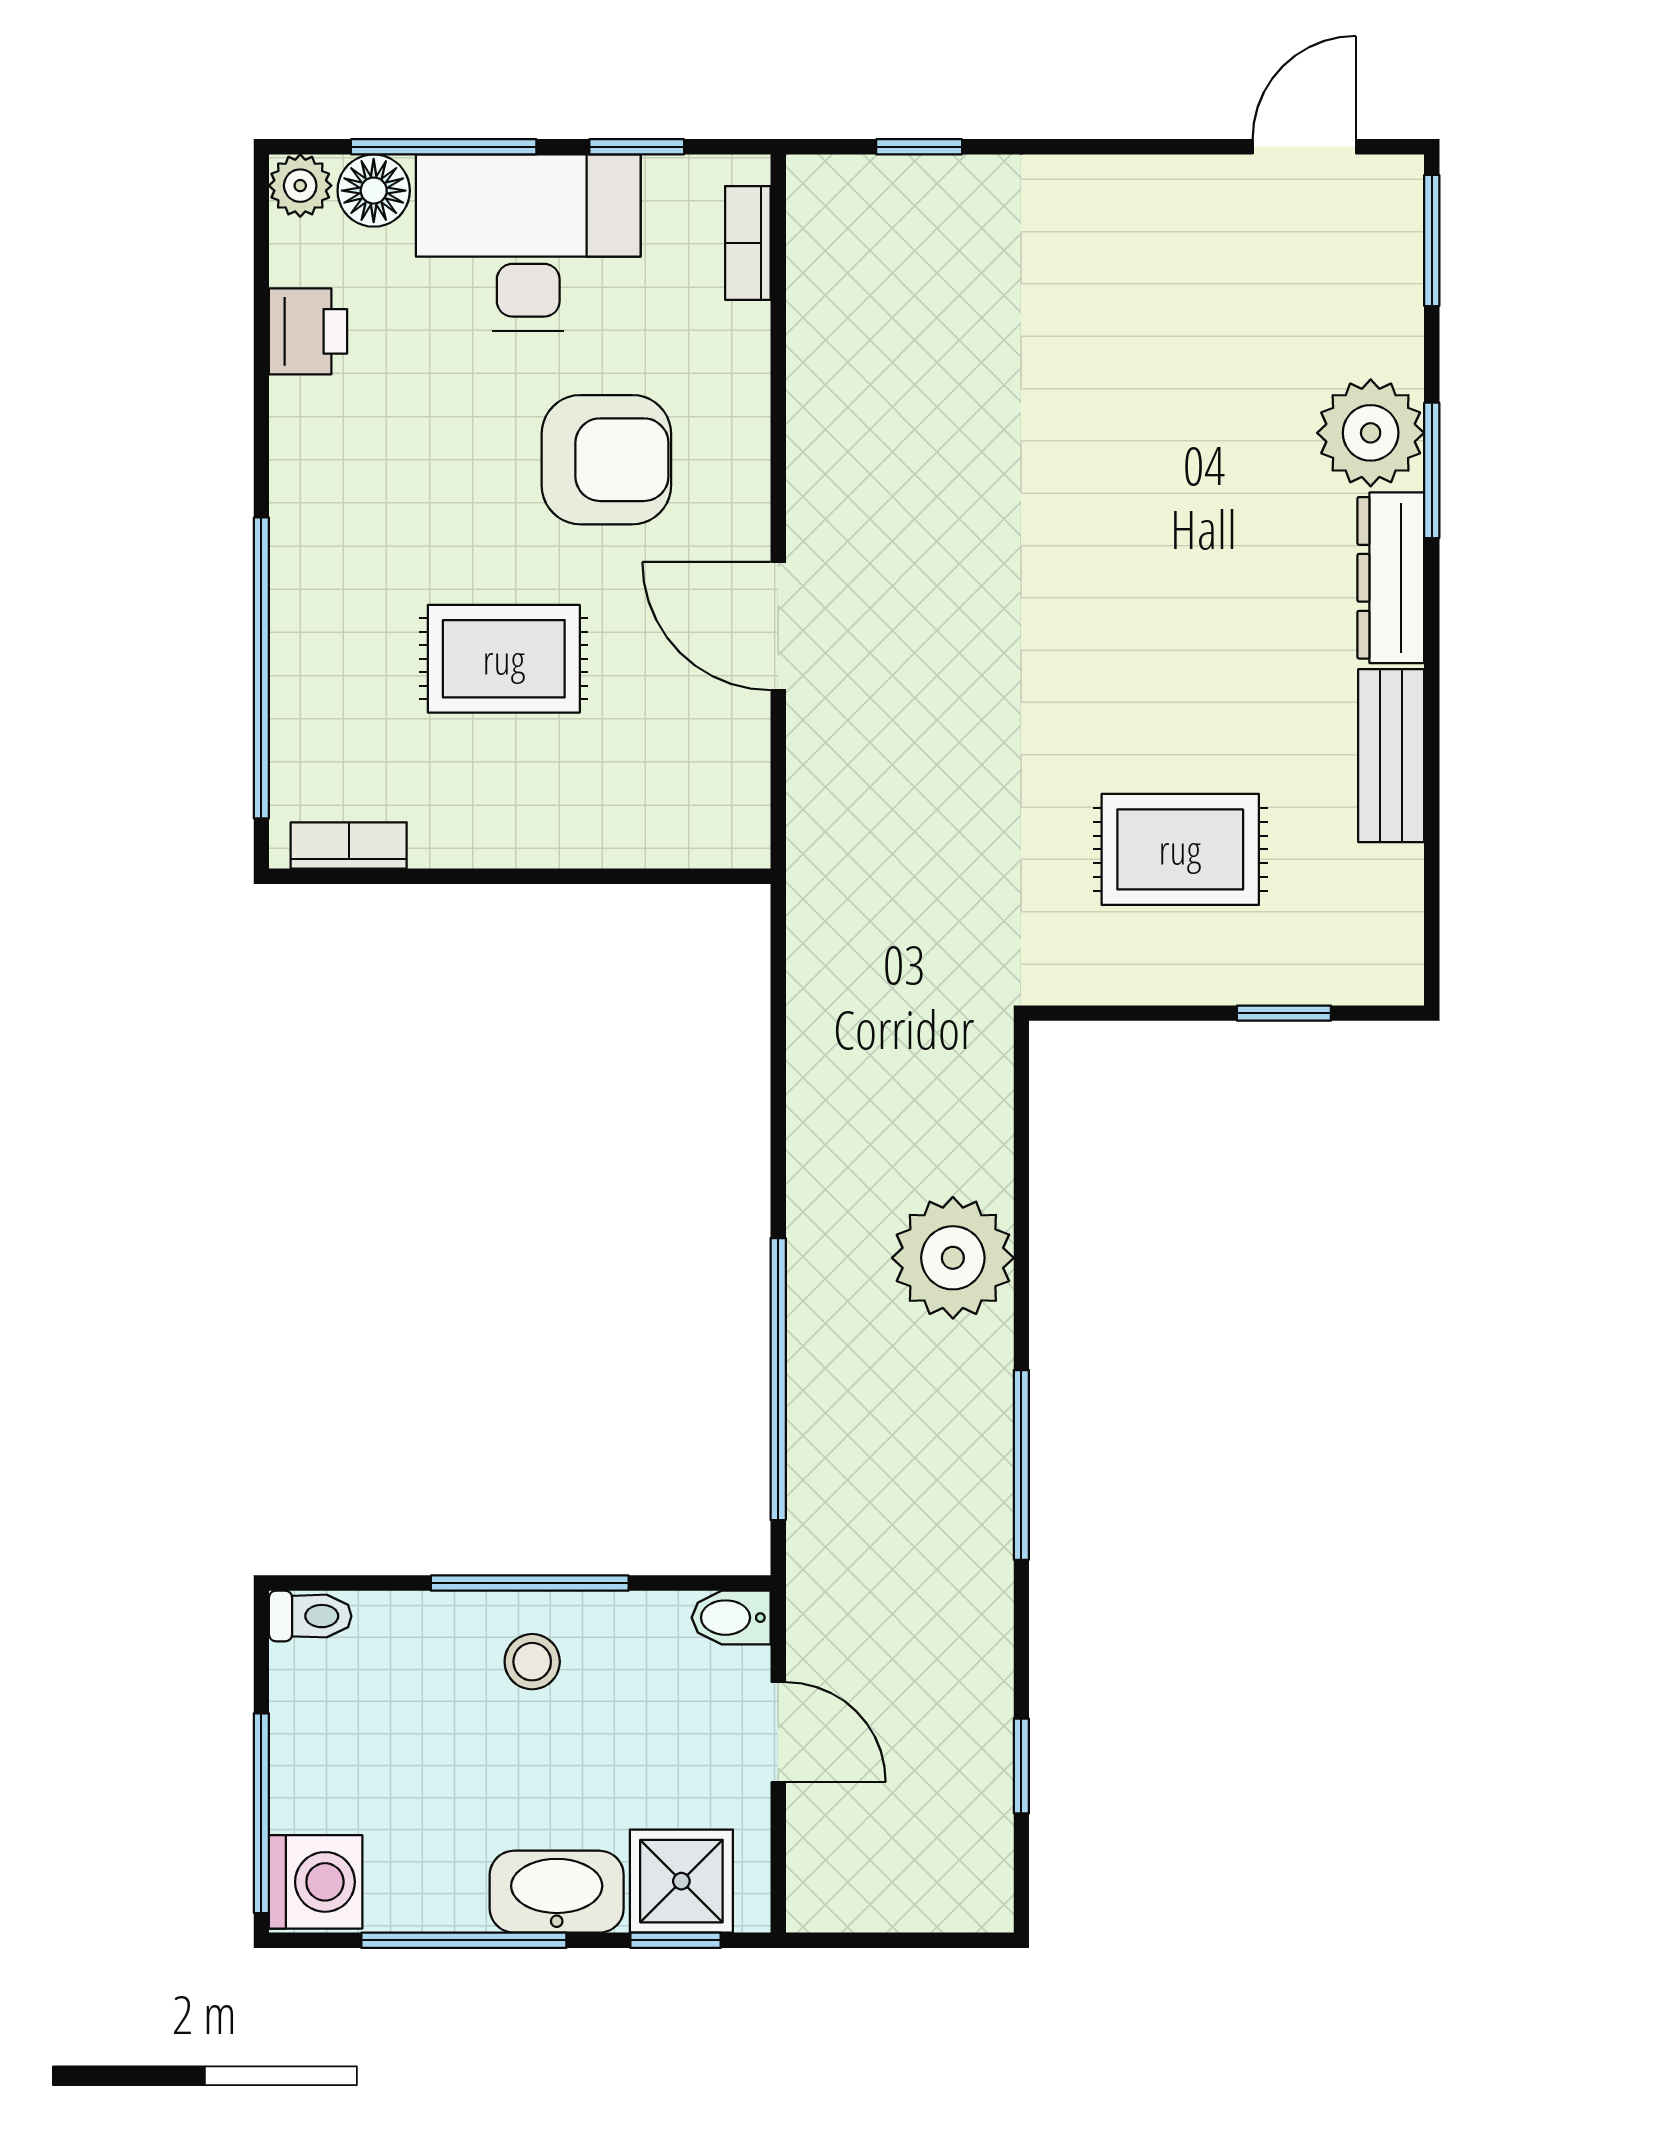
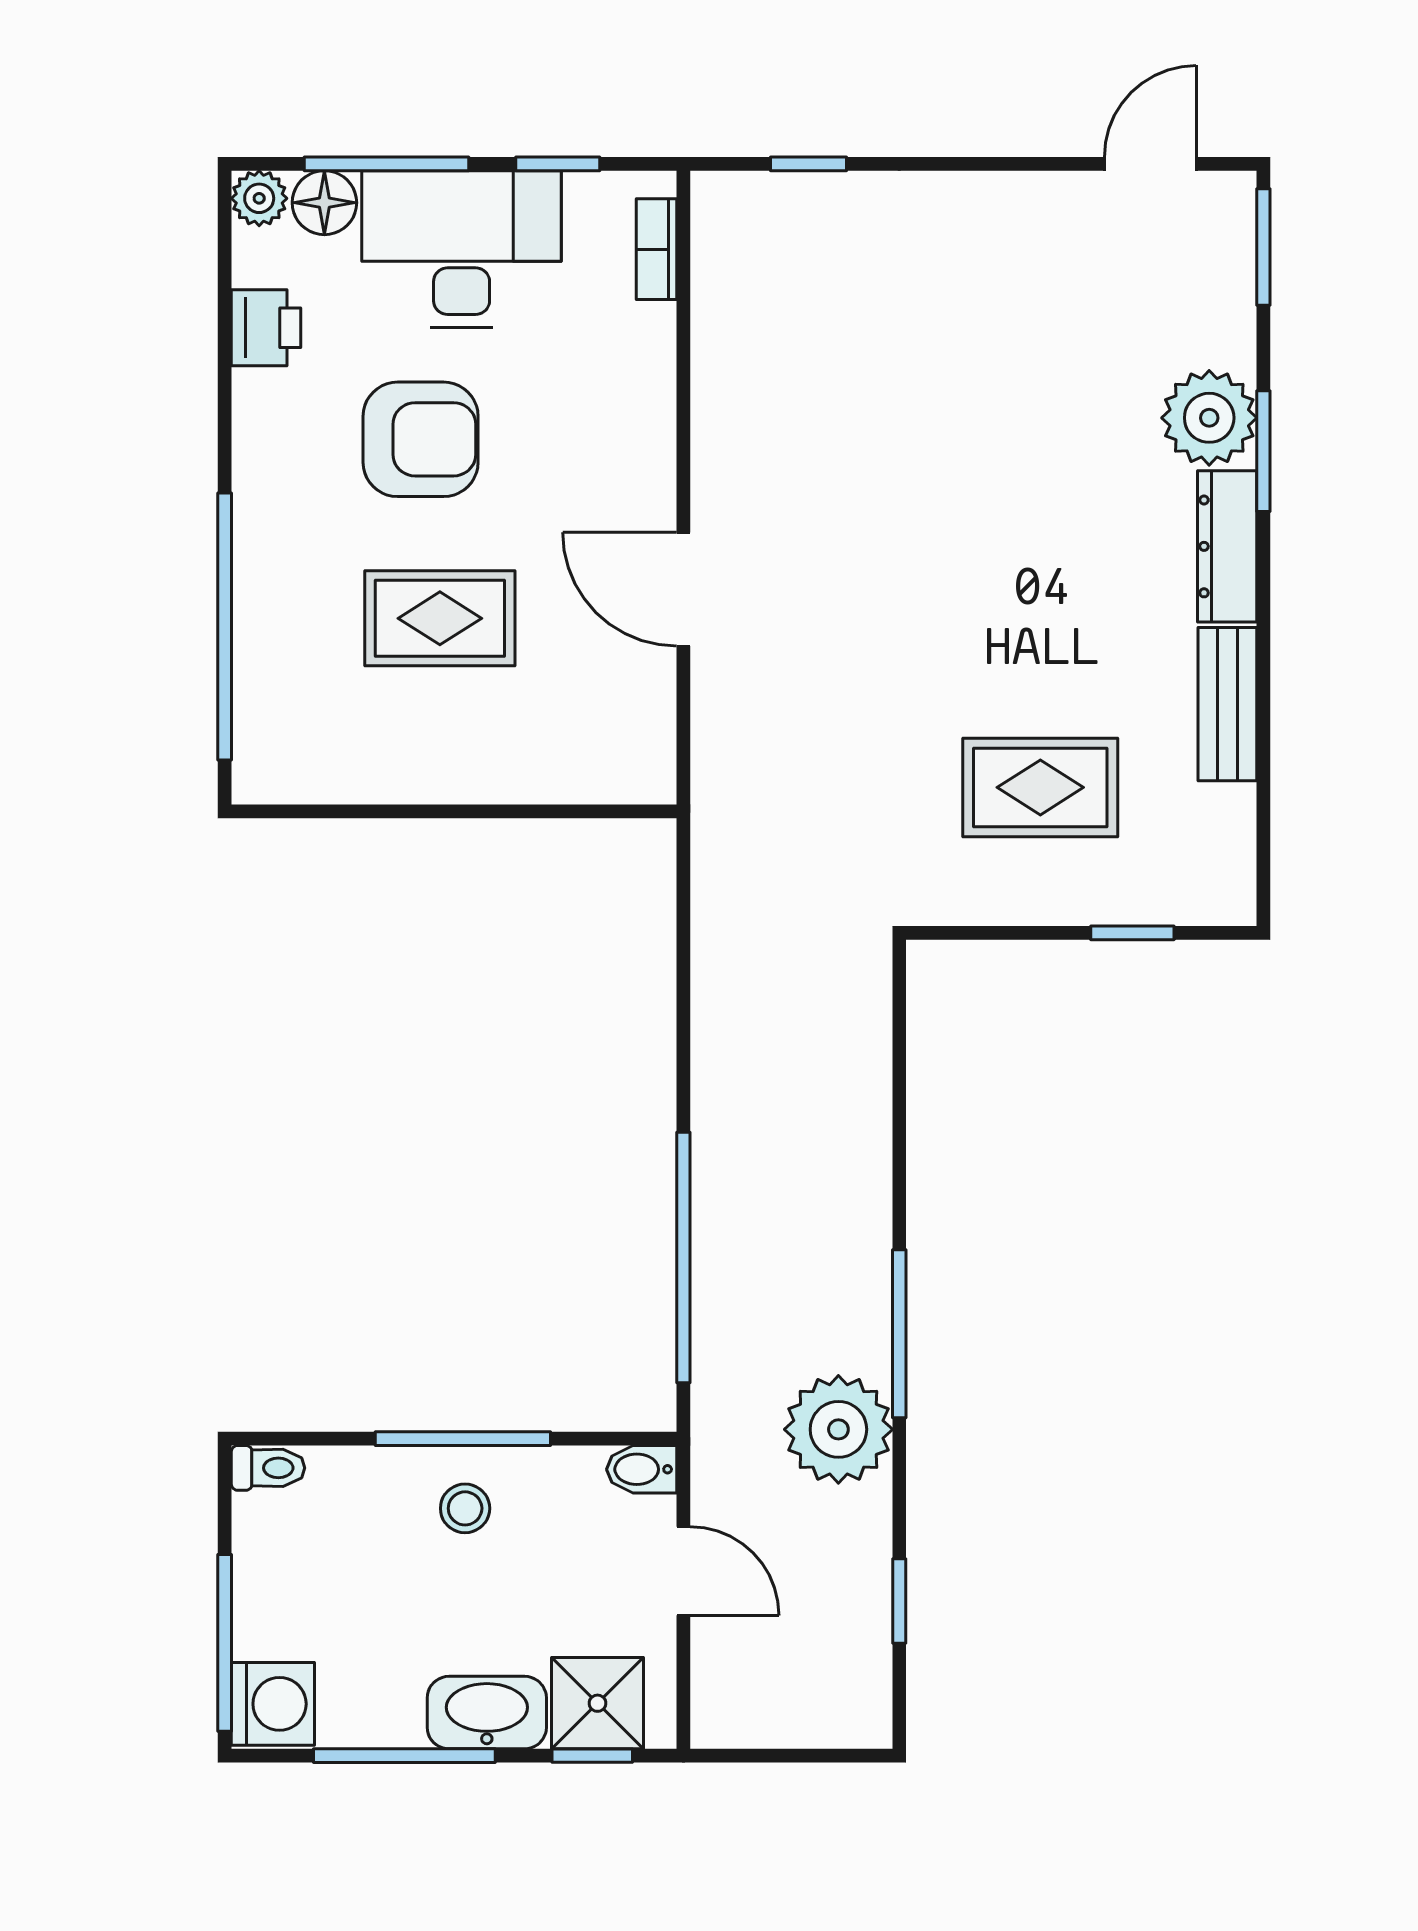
armchair: (606, 460) -> (421, 439), moved
bookcase: (349, 846) -> (302, 784), removed
plant: (953, 1258) -> (838, 1429), moved

